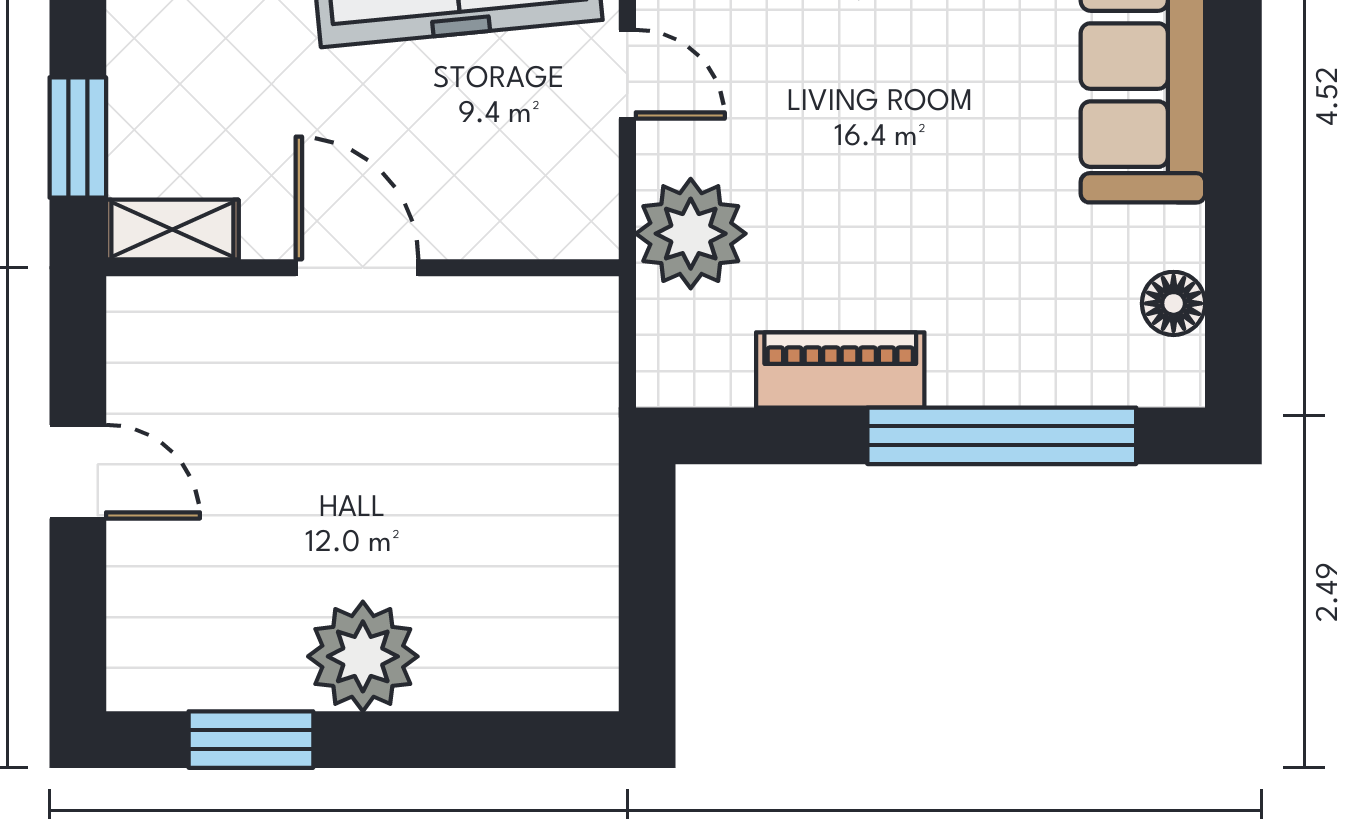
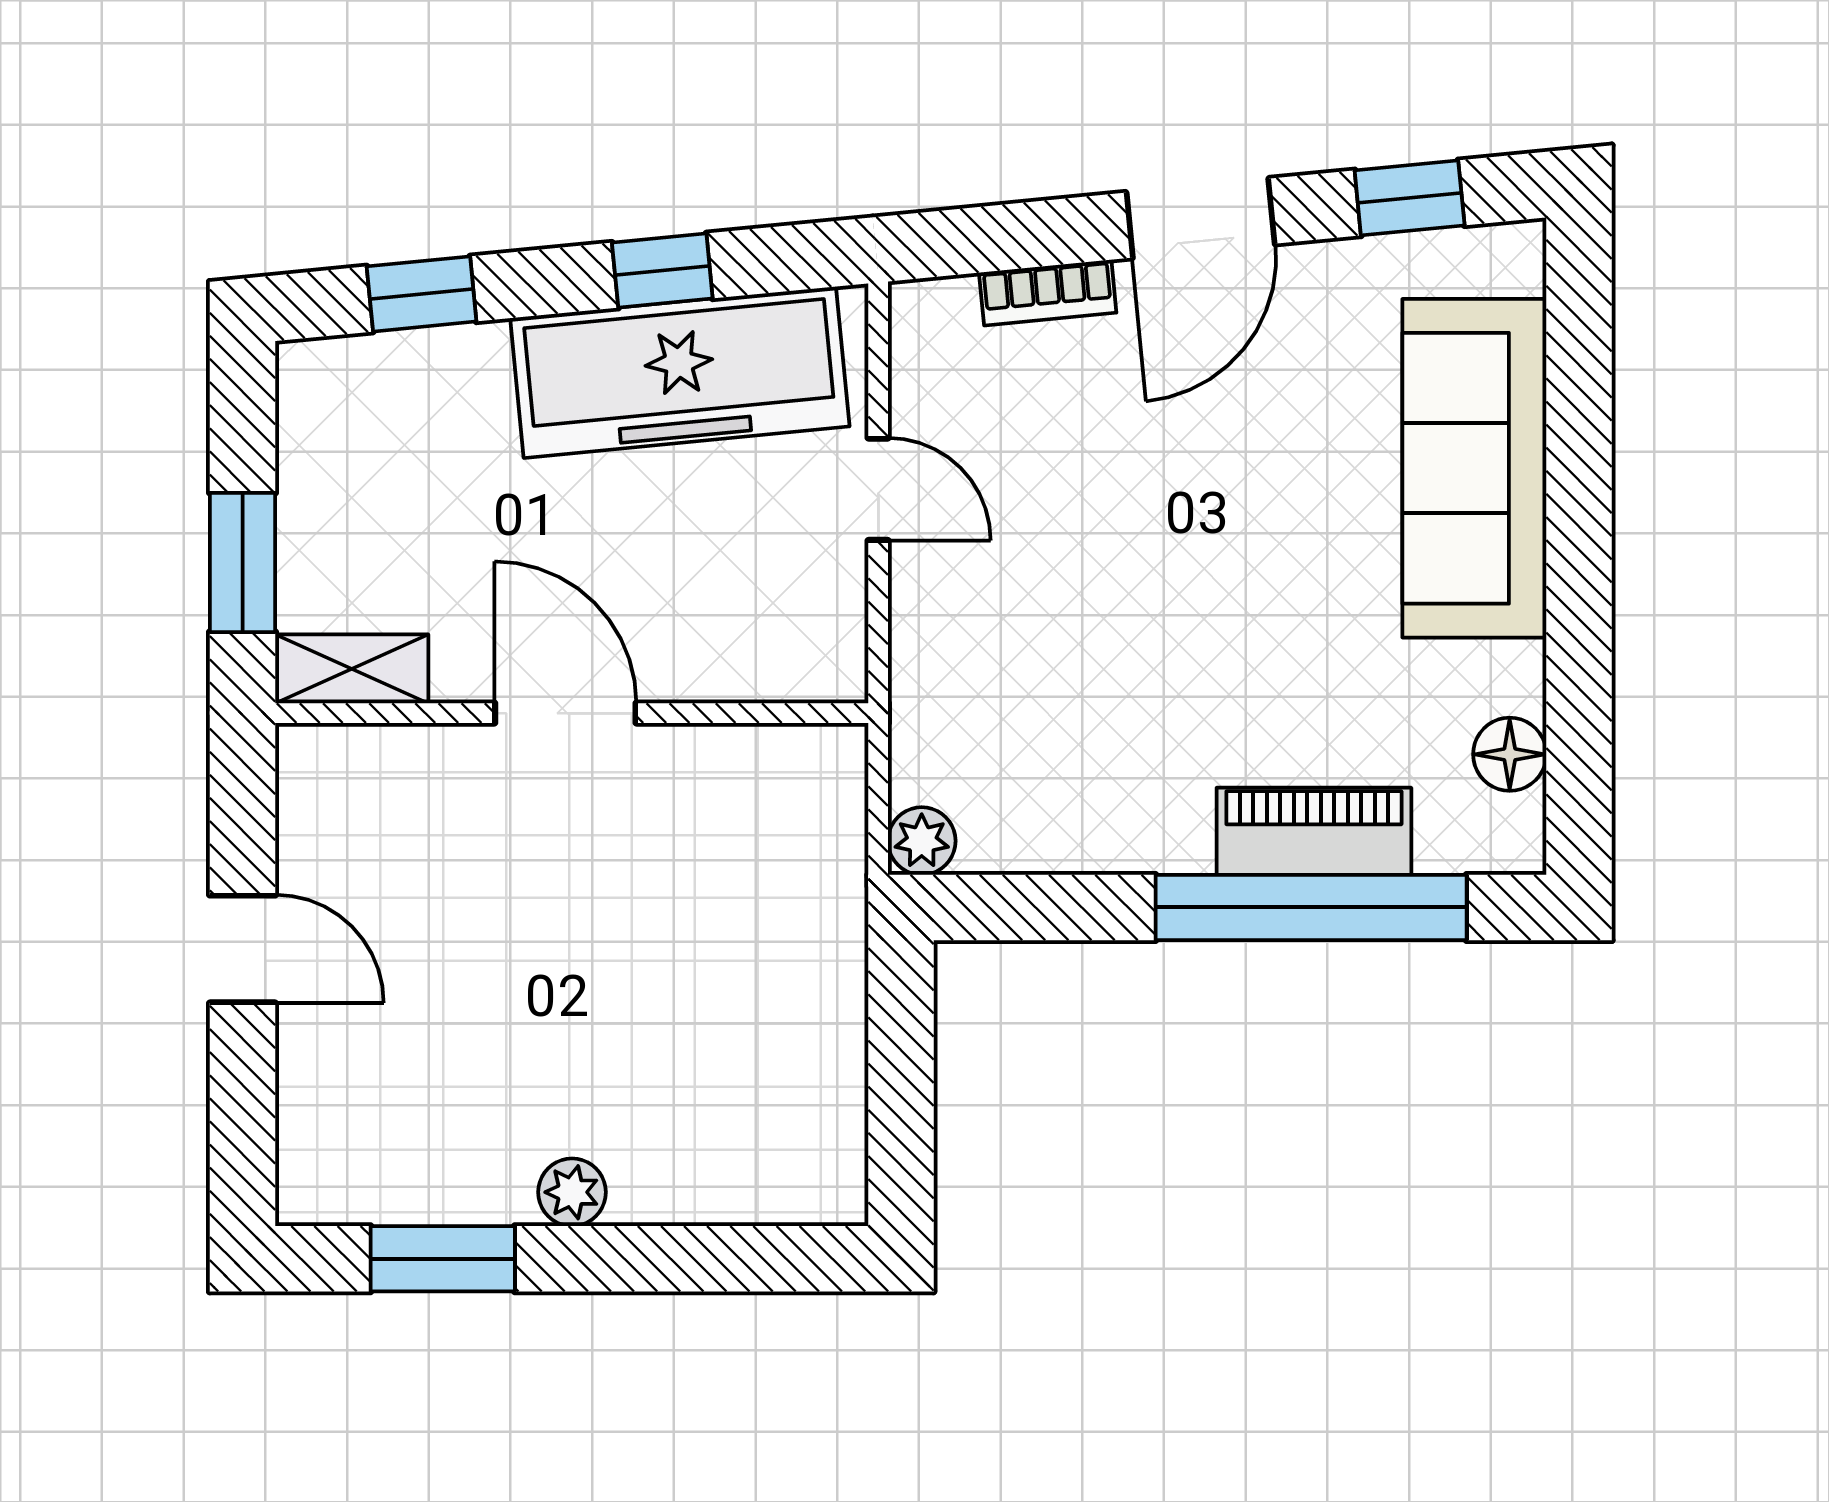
plant: (691, 234) -> (922, 841), moved, width x0.53, depth x0.53
piano: (840, 370) -> (1314, 831), moved
plant: (363, 656) -> (572, 1192), width x0.53, depth x0.53

